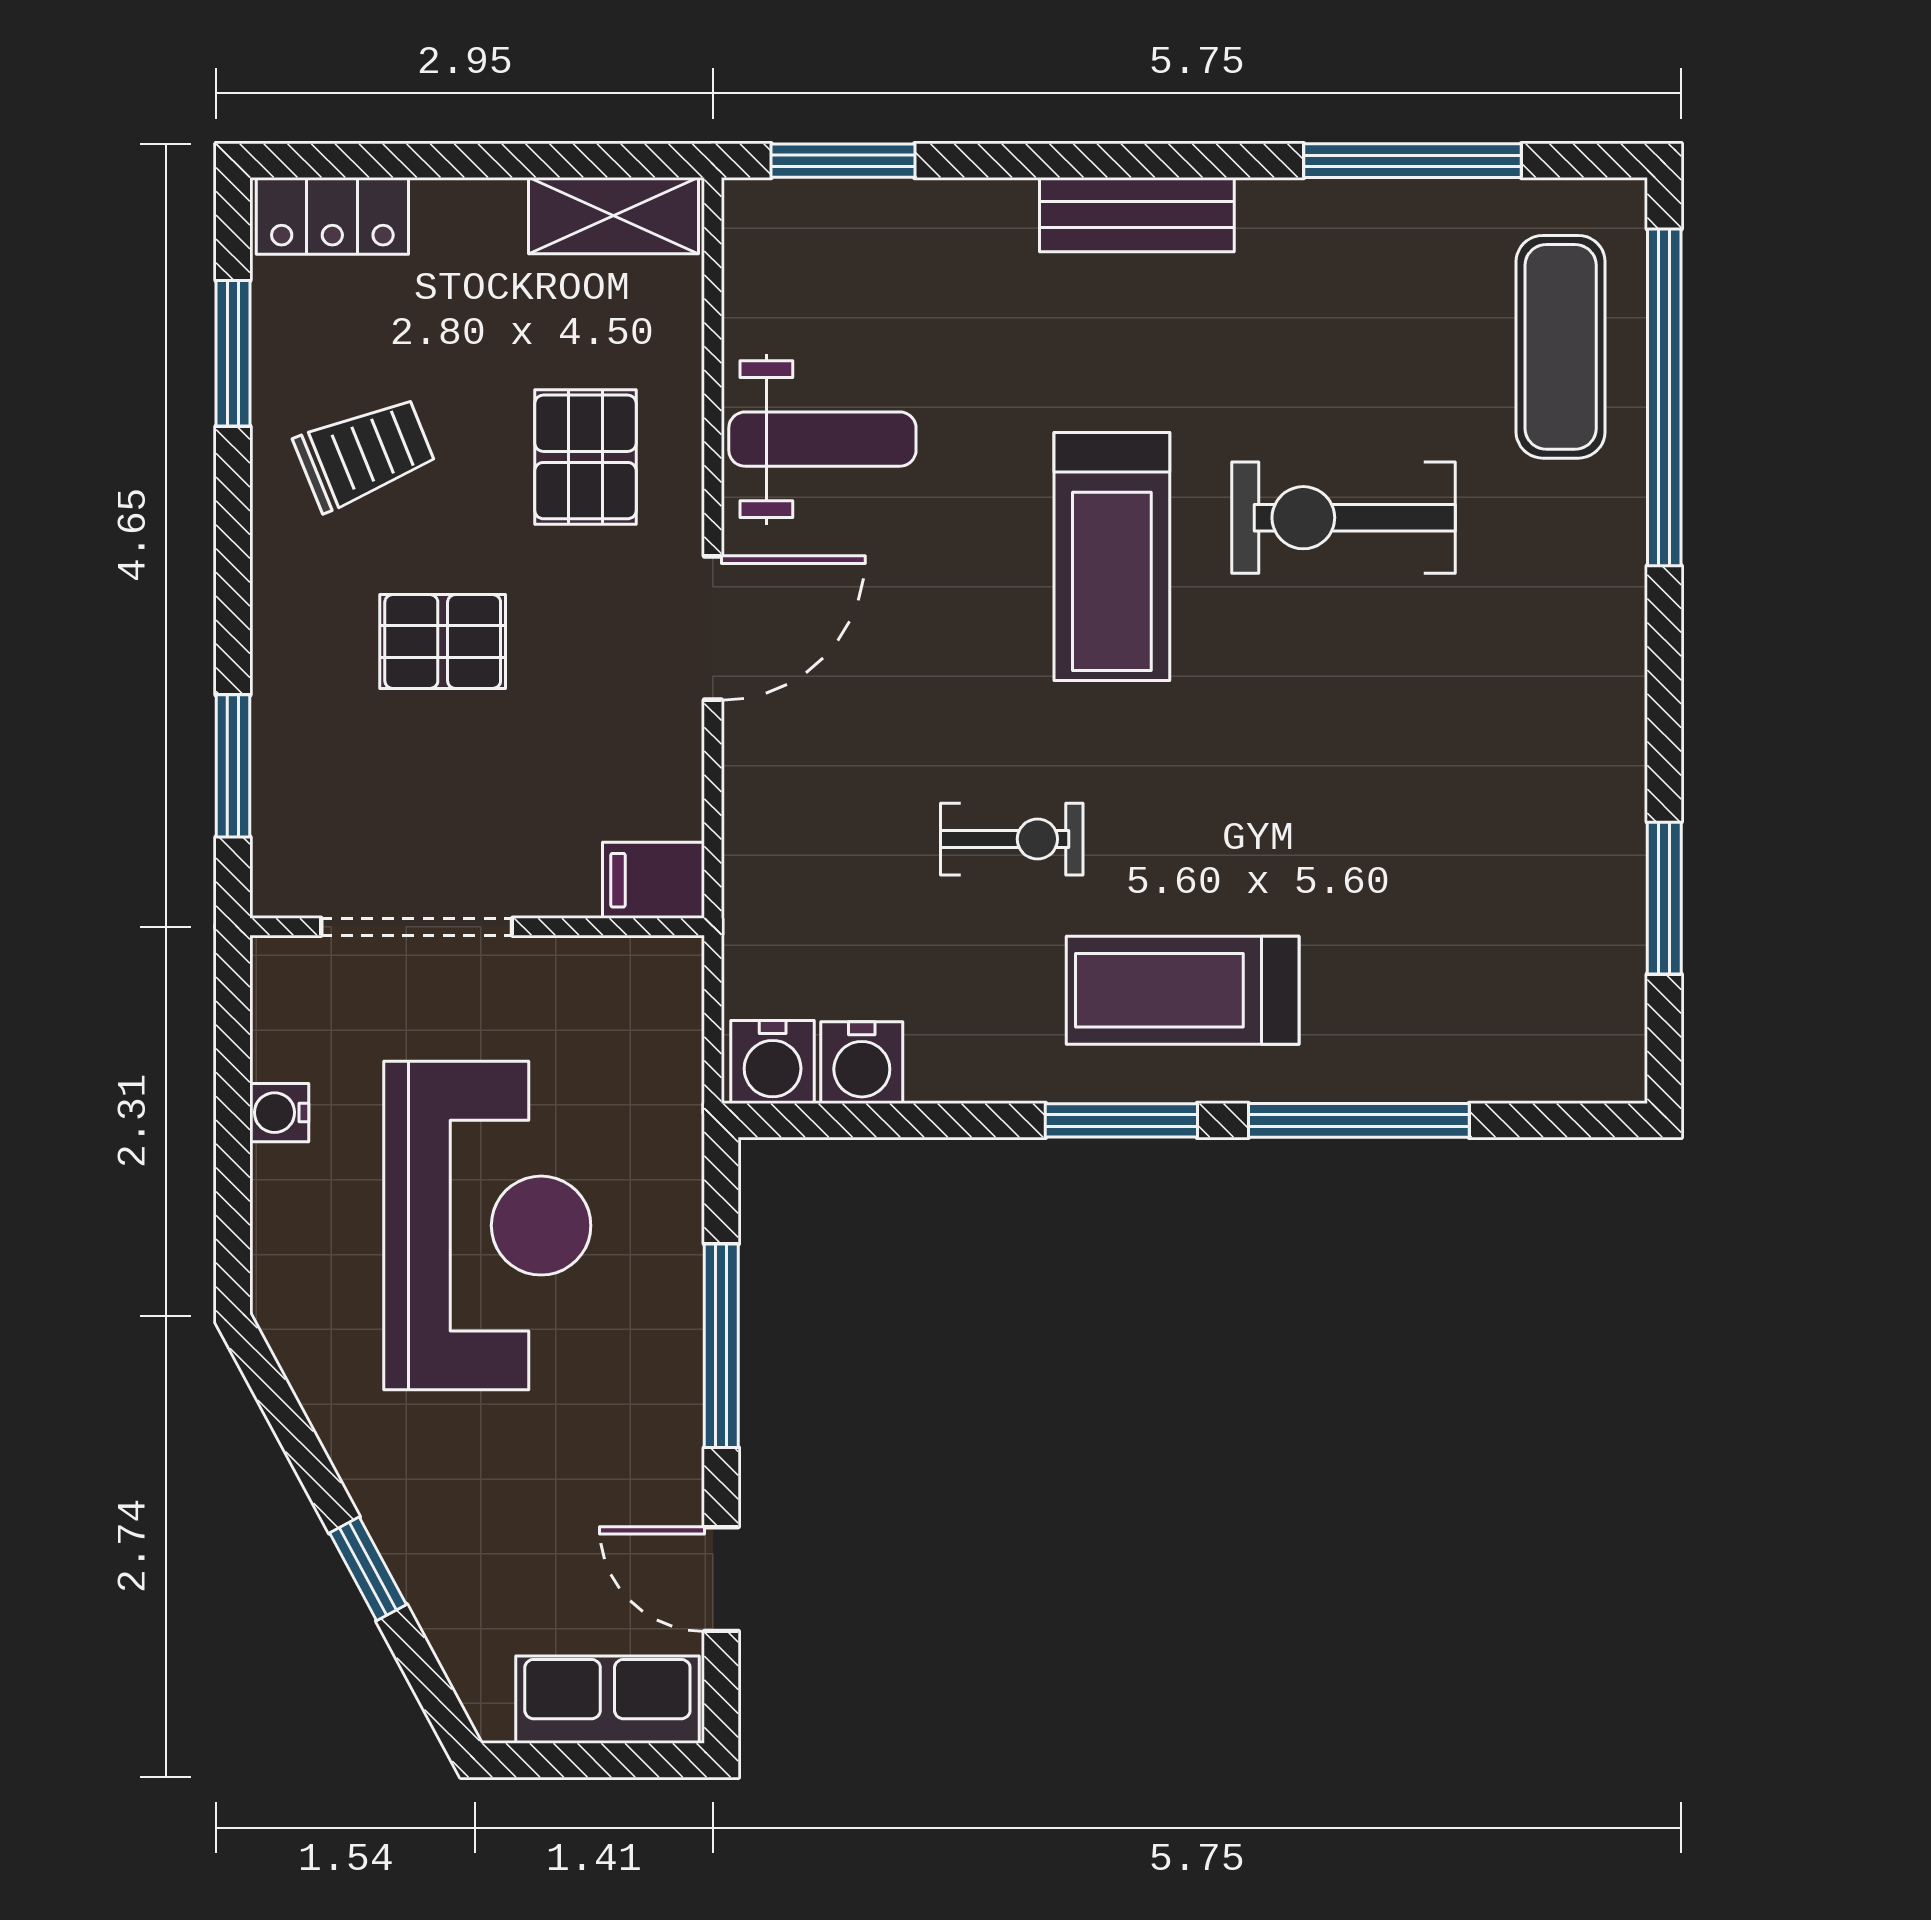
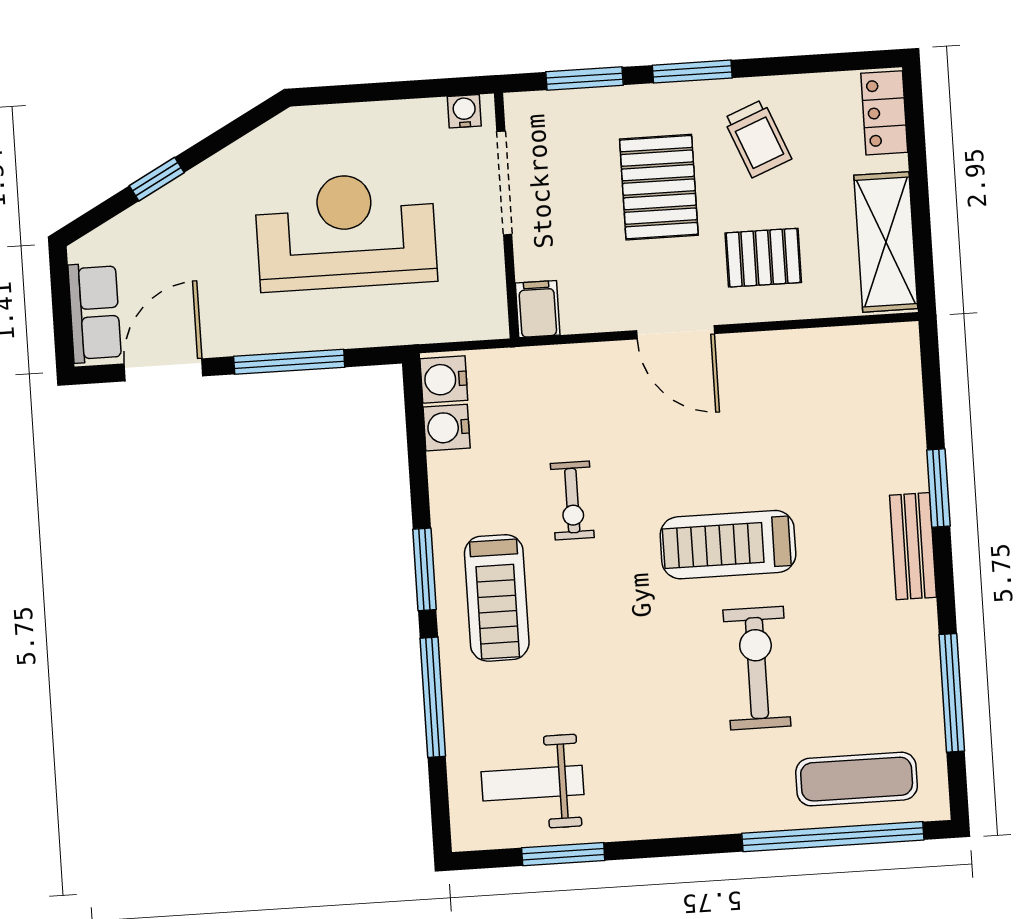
window: (843, 161) -> (938, 488), moved
shelving: (614, 216) -> (886, 242), width x1.50, depth x1.33
window: (233, 353) -> (692, 72), moved
weight bench: (822, 439) -> (532, 783), moved, turned 90
pallet: (443, 642) -> (659, 187), width x1.50, depth x1.42
treadmill: (1183, 990) -> (497, 598), turned 180
water cooler: (279, 1113) -> (464, 111), moved
reception desk: (487, 1226) -> (346, 231), turned 180
door: (721, 1579) -> (163, 370), width x1.38

